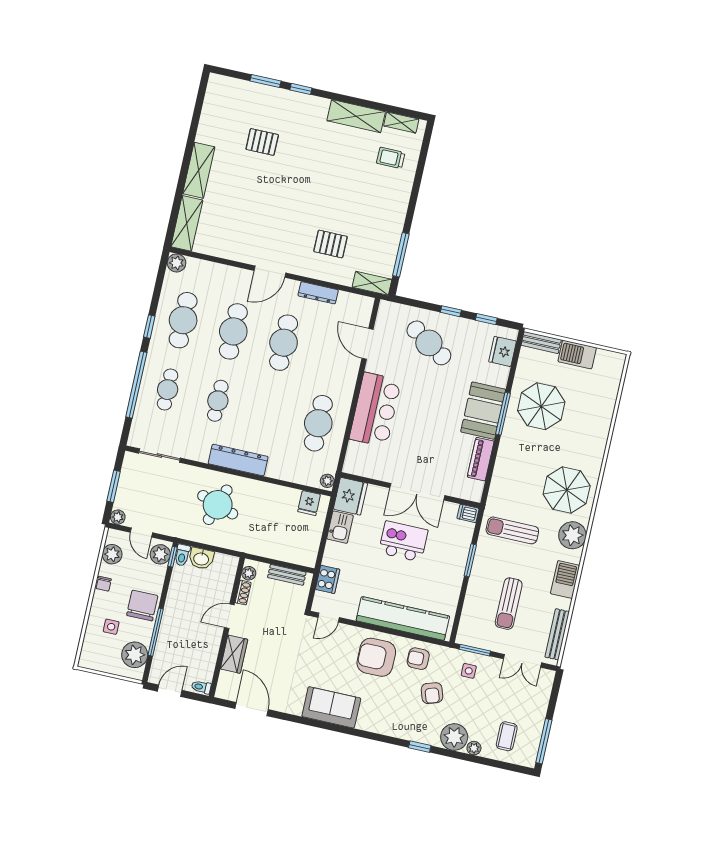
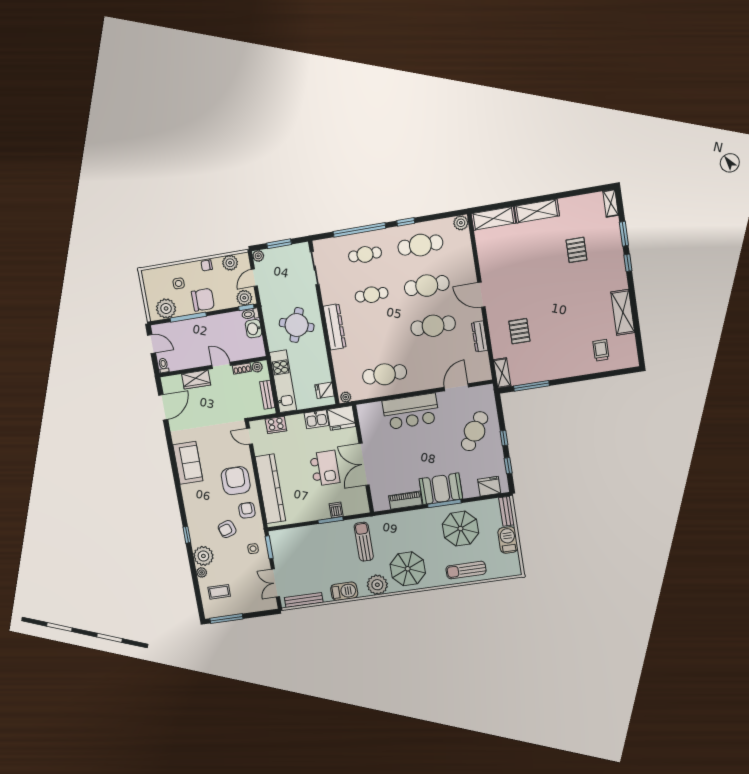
shelving: (401, 123) -> (611, 203), moved
dishwasher: (468, 513) -> (336, 510), moved
kitchen unit: (278, 549) -> (283, 381), added
sun lounger: (509, 604) -> (466, 570), moved

